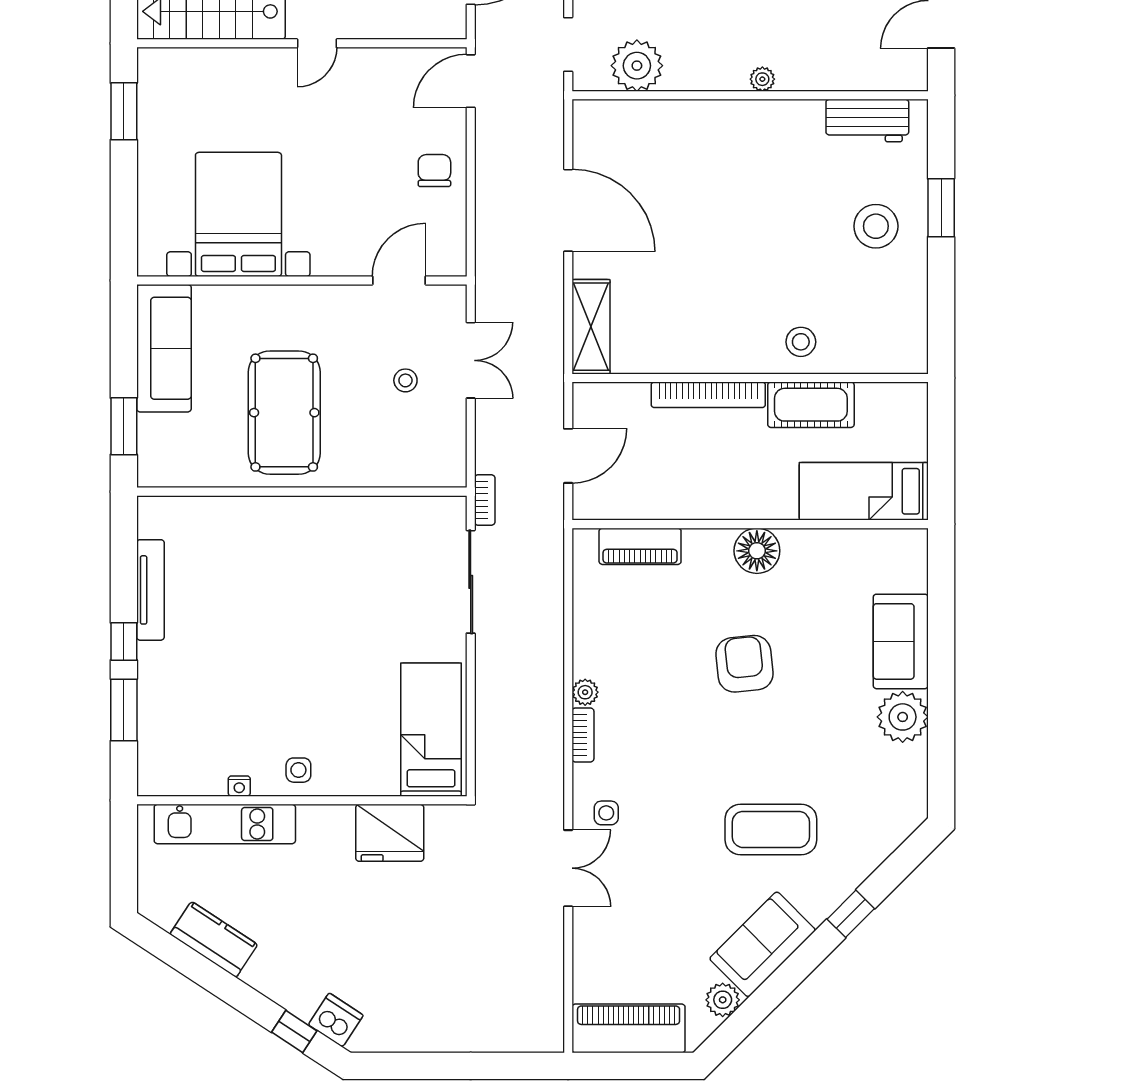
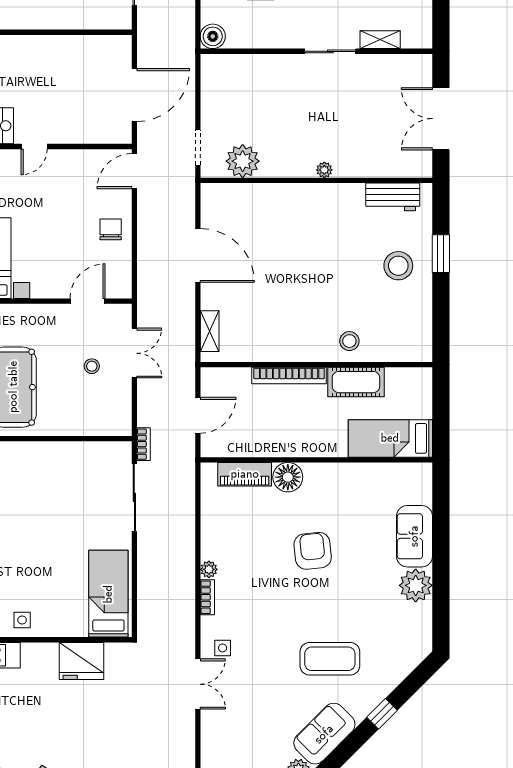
shelving: (591, 327) -> (210, 331), width x0.67, depth x0.75
floor lamp: (757, 551) -> (288, 477), moved

